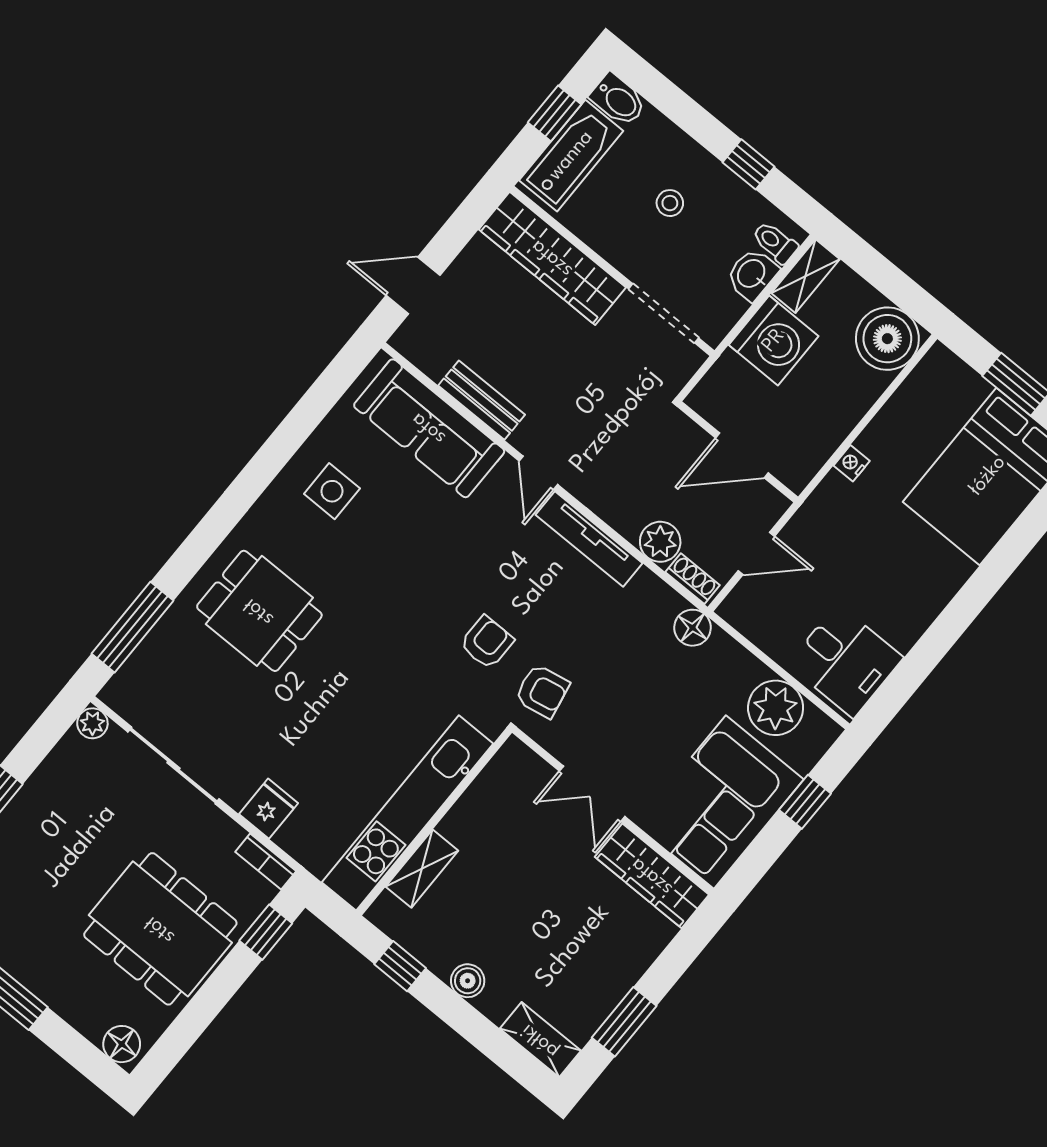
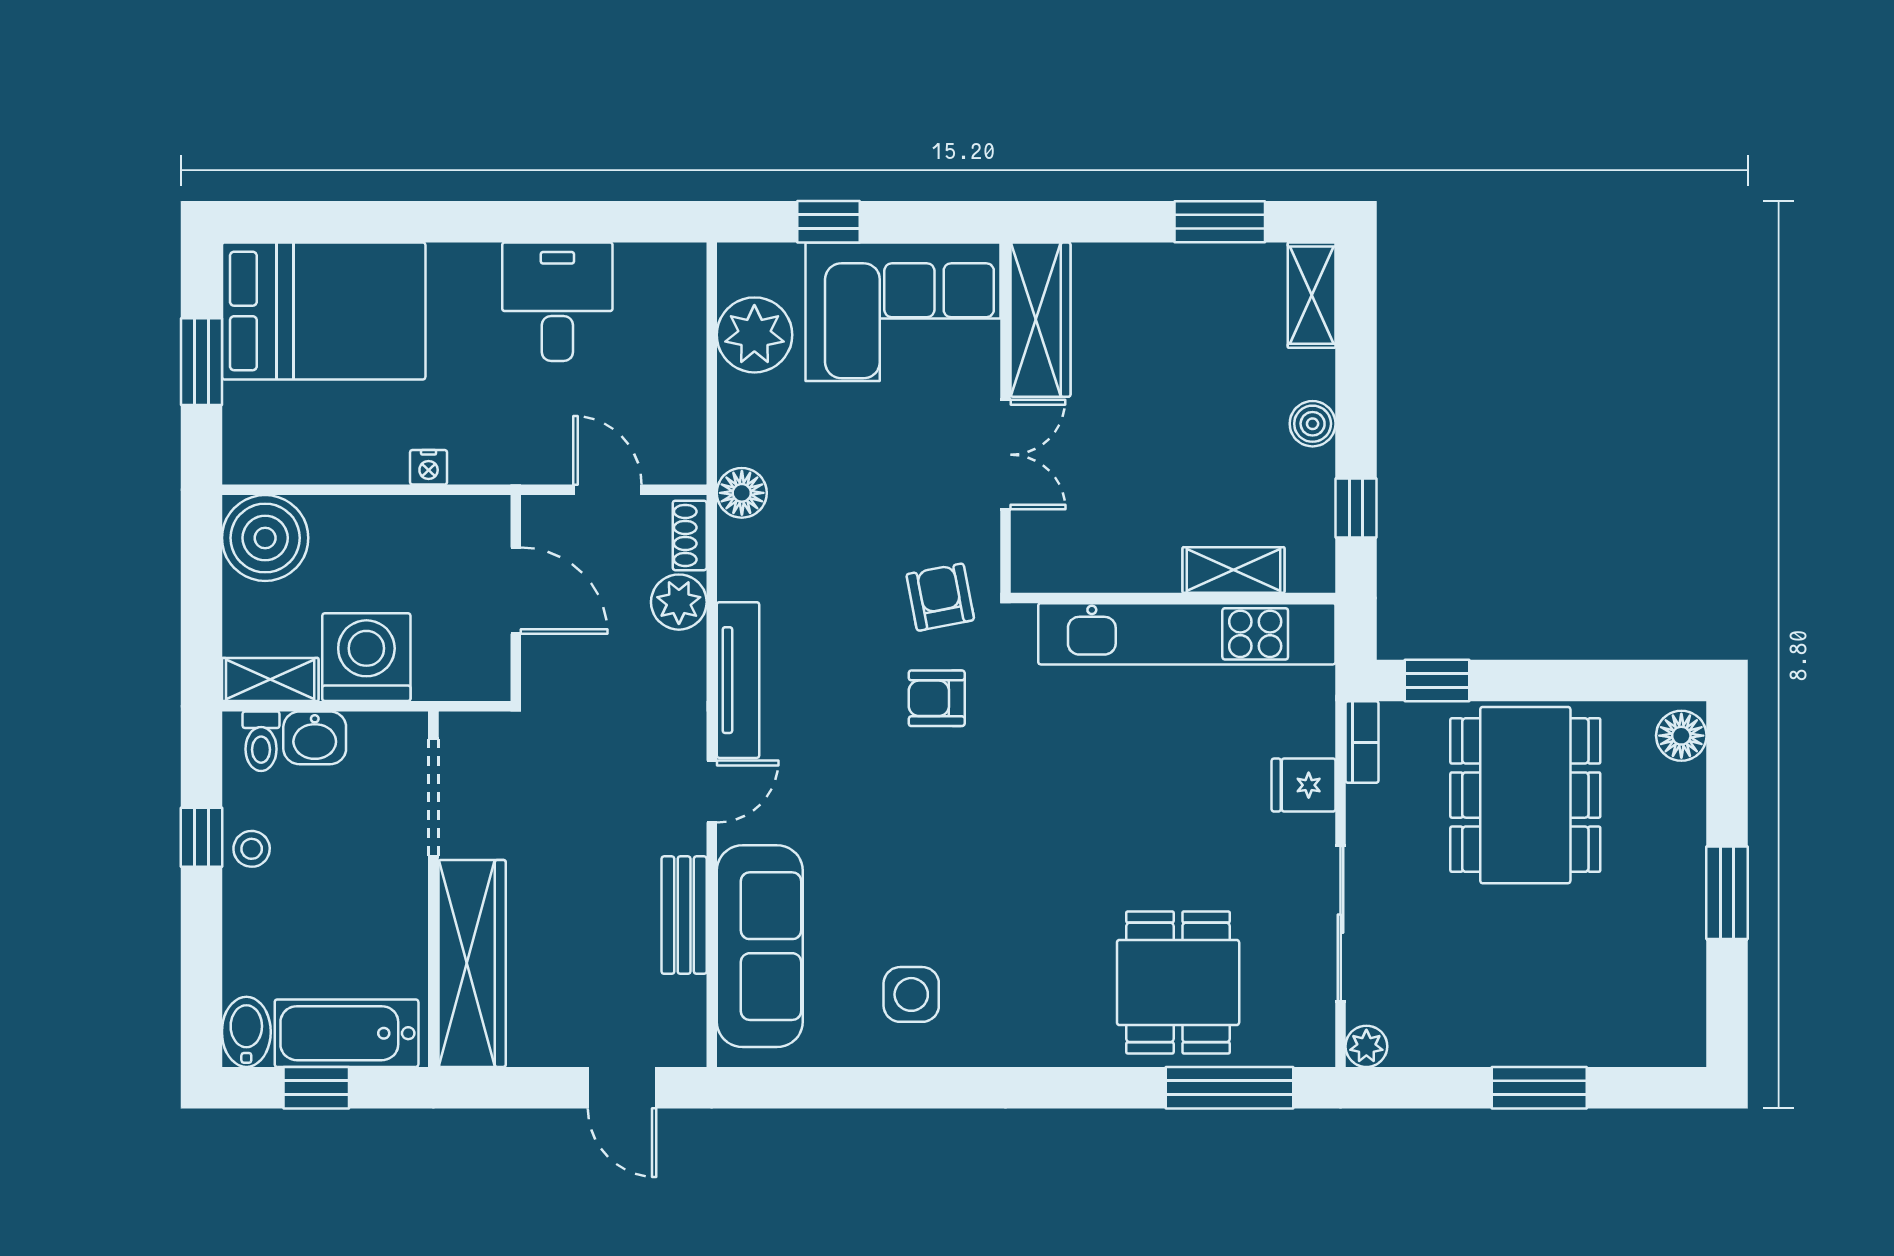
stool: (670, 203) -> (252, 849), moved
dining table: (259, 611) -> (1178, 982), moved
desk: (845, 661) -> (557, 302), moved

